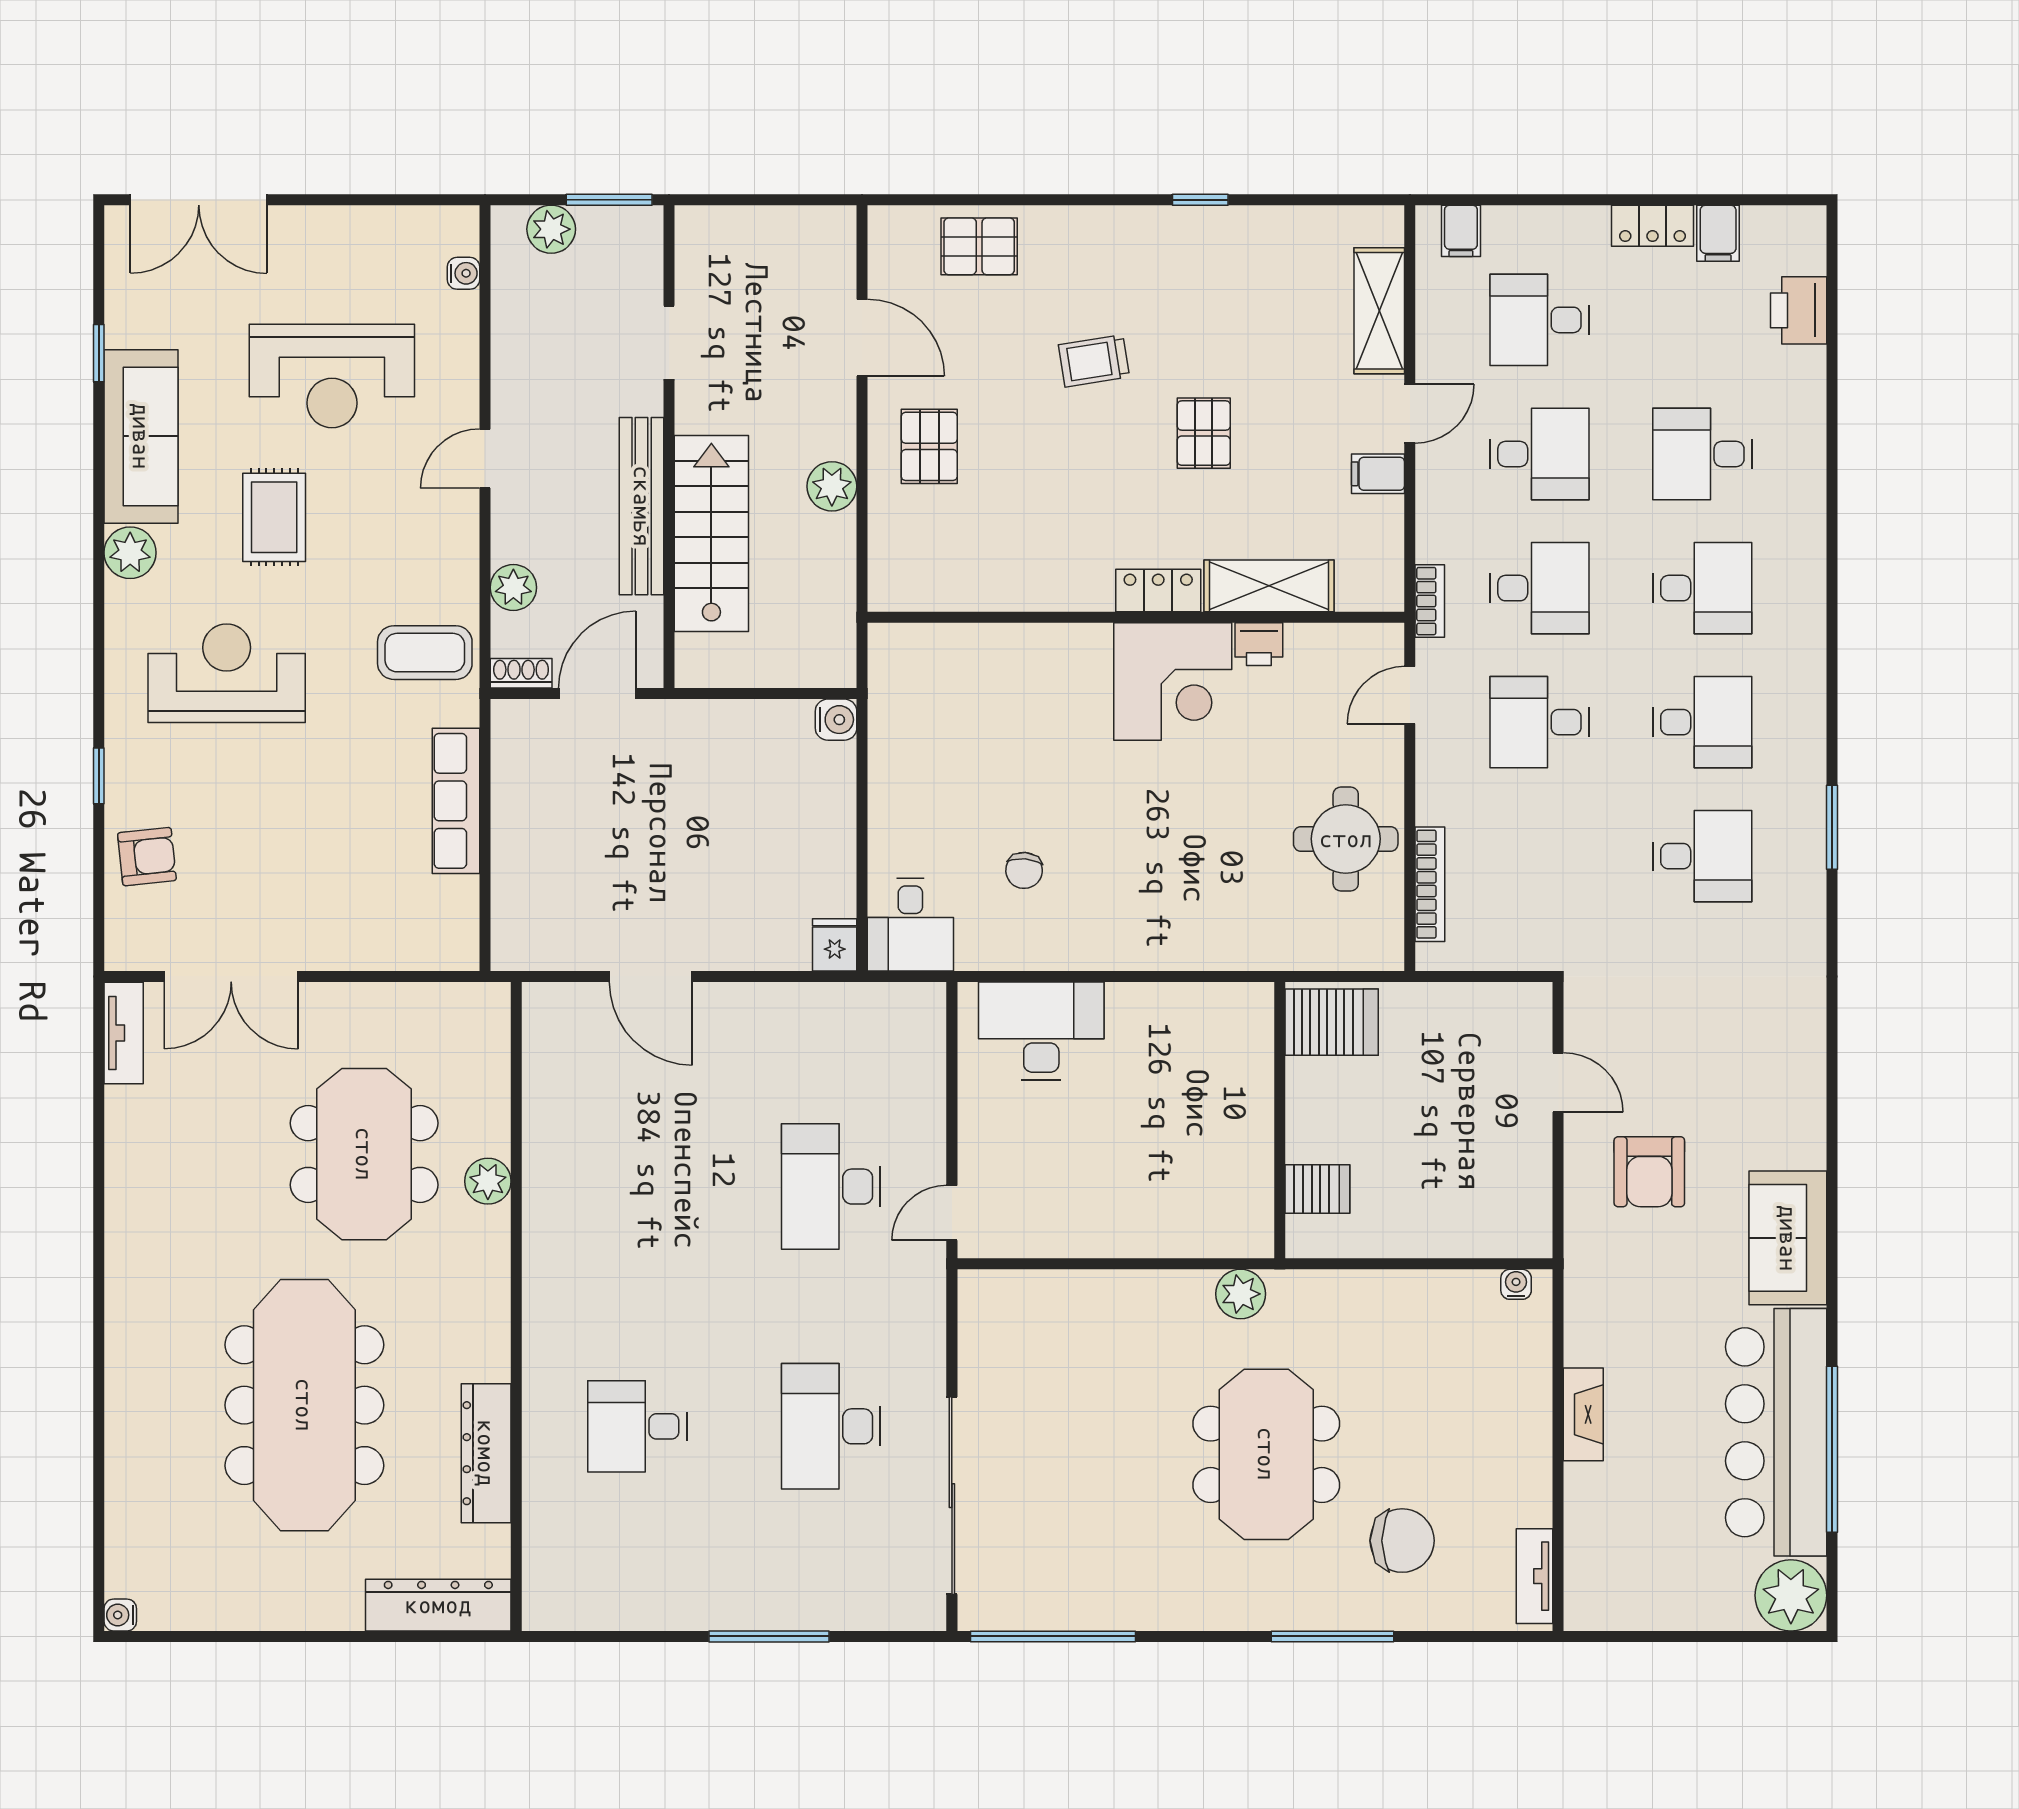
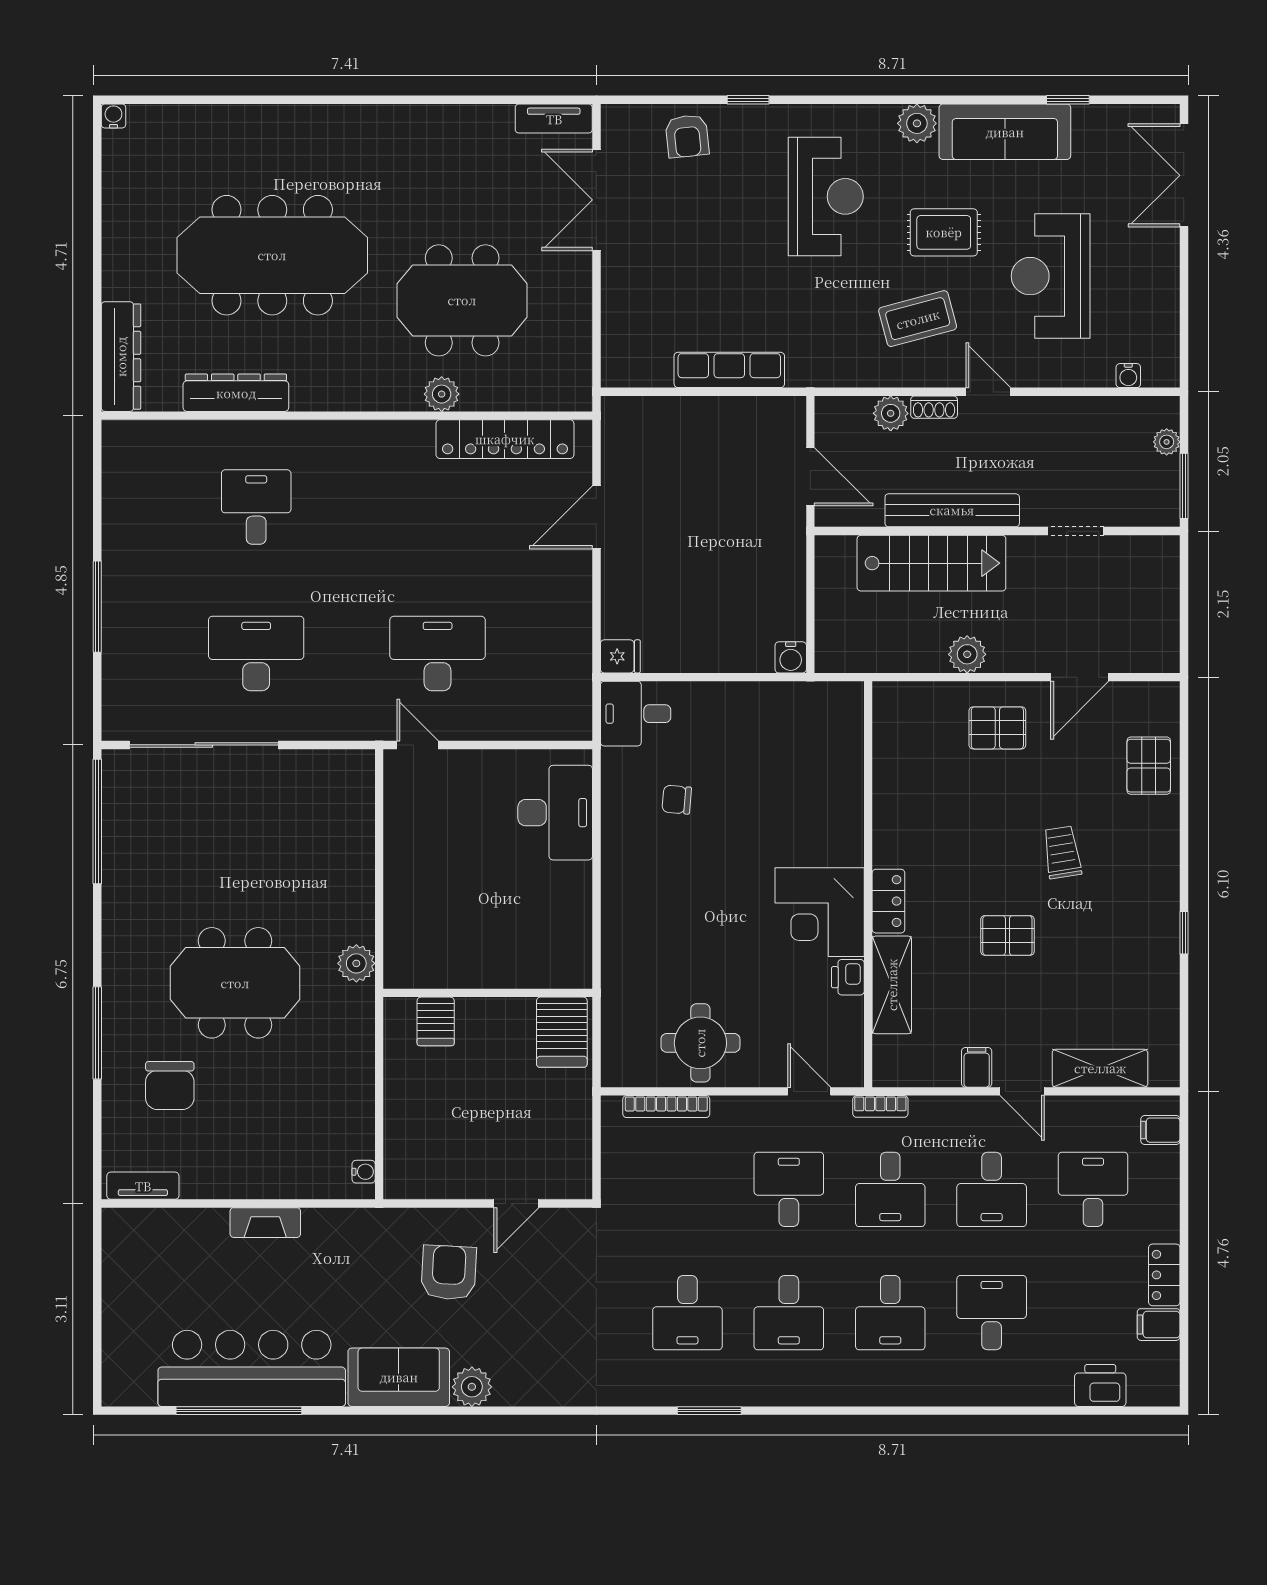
plant: (551, 229) -> (1167, 442), width x0.73, depth x0.73
coffee table: (425, 653) -> (918, 319), moved, turned 75
shoe rack: (521, 673) -> (934, 407), moved, turned 90
locker: (547, 1097) -> (505, 439), added
armchair: (1649, 1172) -> (449, 1273), turned 93
plant: (1791, 1595) -> (472, 1387), moved, width x0.73, depth x0.73

